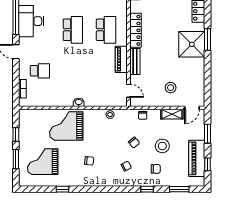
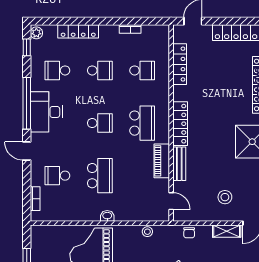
school desk: (73, 30) -> (100, 123), width x0.54
school desk: (40, 71) -> (57, 176), turned 180
school desk: (73, 71) -> (100, 176), added

